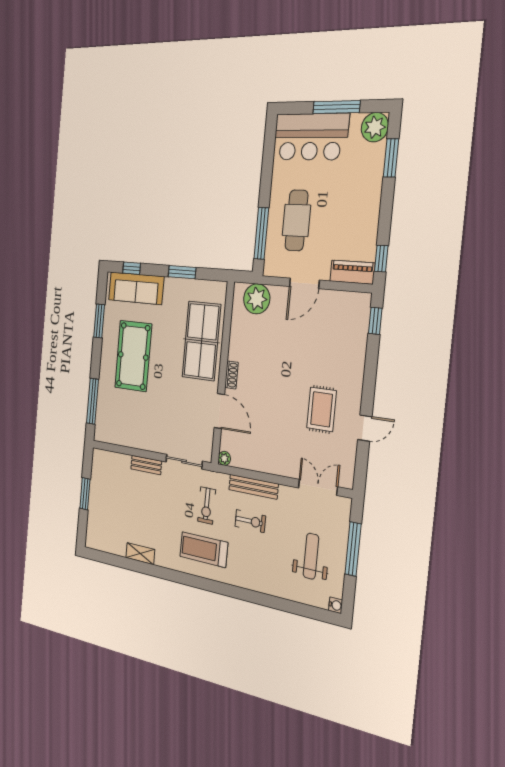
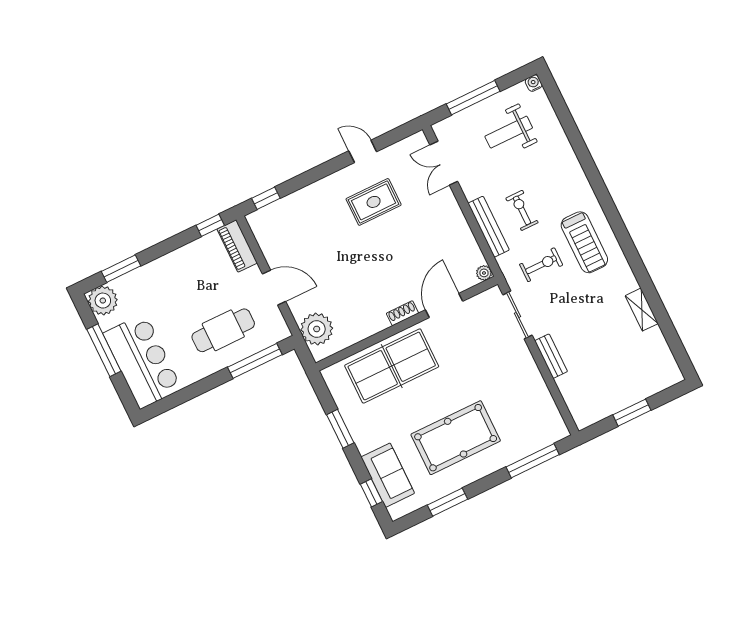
sofa: (136, 288) -> (388, 475), width x0.73

